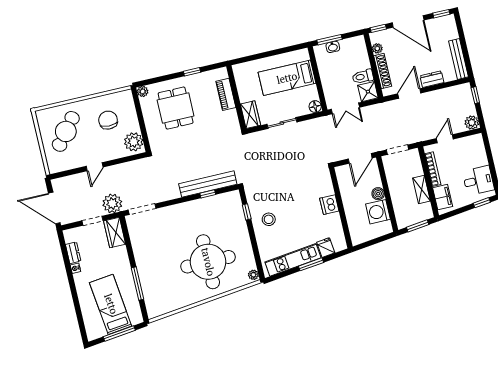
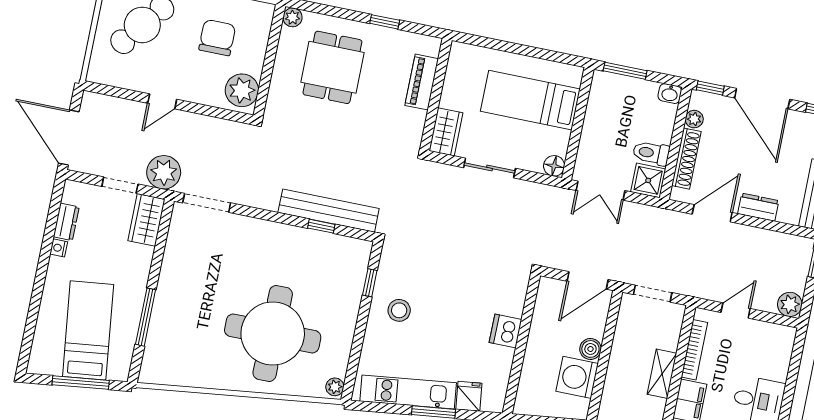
washbasin: (333, 47) -> (670, 94), moved

